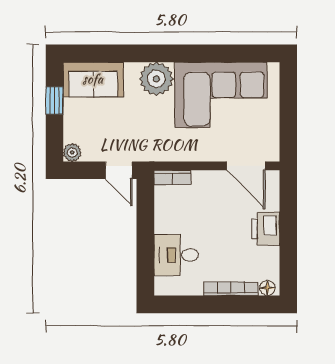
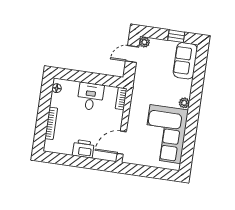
plant: (156, 79) -> (184, 103), width x0.53, depth x0.53
door: (119, 170) -> (132, 54), moved
desk: (176, 255) -> (90, 96), moved
floor lamp: (267, 288) -> (57, 88), moved

